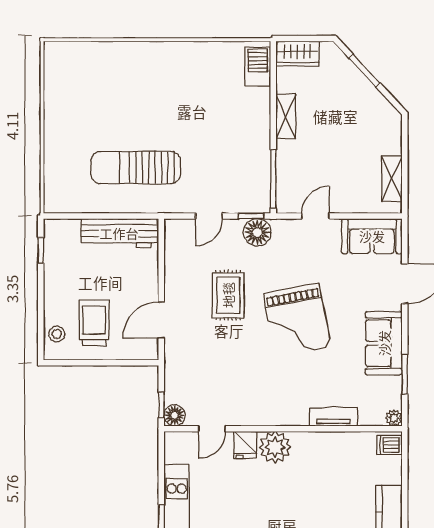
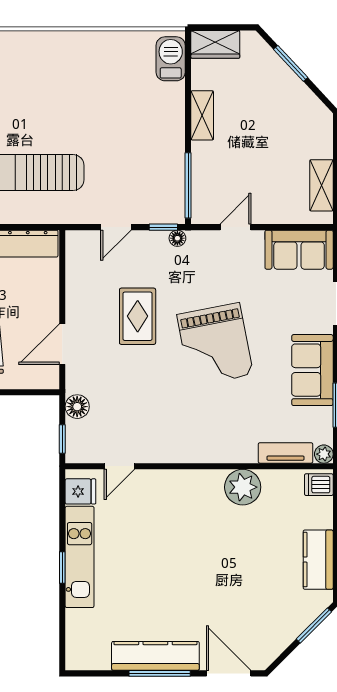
floor lamp: (257, 232) -> (177, 238), width x0.53, depth x0.53
floor lamp: (175, 415) -> (77, 407), moved
tv unit: (333, 417) -> (285, 453), moved
fridge: (245, 445) -> (80, 491), moved, turned -90
plant: (275, 447) -> (243, 487), moved

